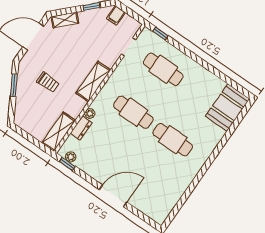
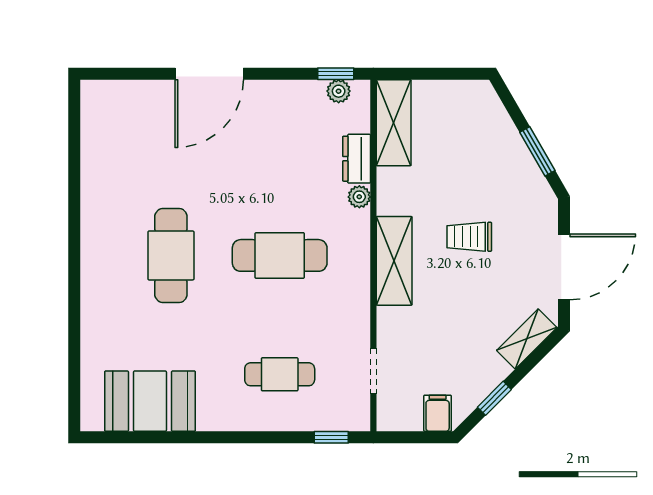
cafe table: (163, 69) -> (280, 374), width x0.73, depth x0.74
trolley: (48, 82) -> (469, 237), moved
booth: (228, 108) -> (150, 401), moved, turned 90
cafe table: (173, 140) -> (171, 255), turned 90

